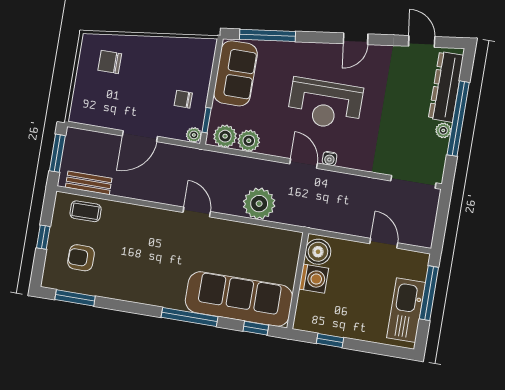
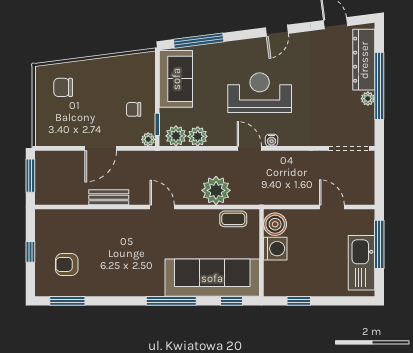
reception desk: (325, 104) -> (260, 93), turned 180
bench: (89, 183) -> (109, 197), moved
coffee table: (86, 211) -> (233, 219), moved

